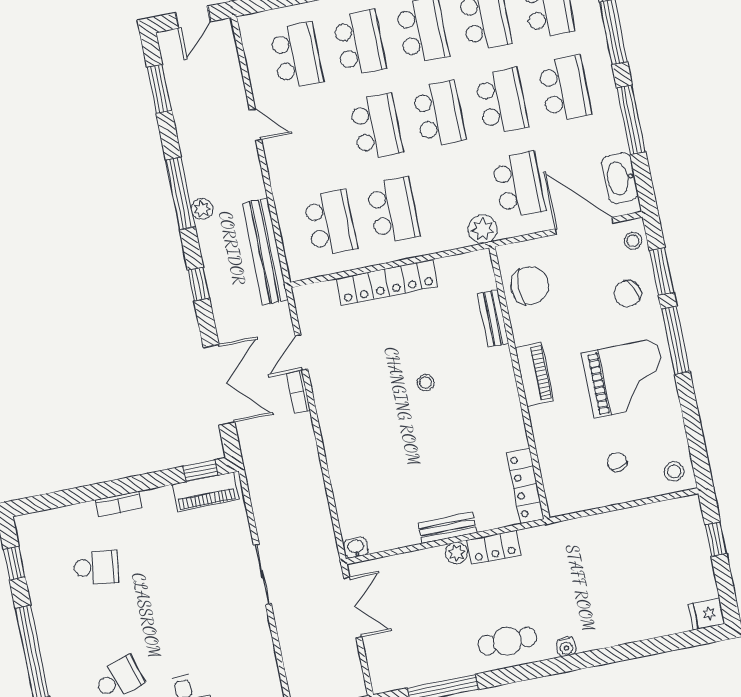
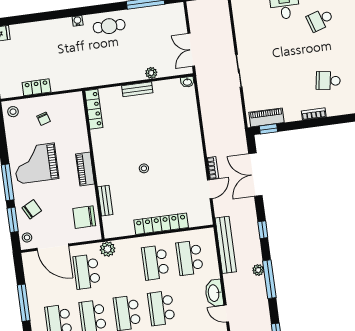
washbasin: (620, 178) -> (214, 293), moved, turned 180
locker: (494, 547) -> (36, 87), moved
plant: (456, 553) -> (151, 73), moved

